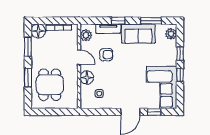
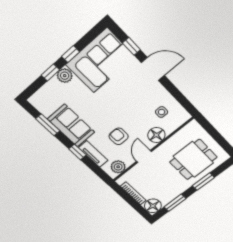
plant: (171, 34) -> (65, 76), moved

